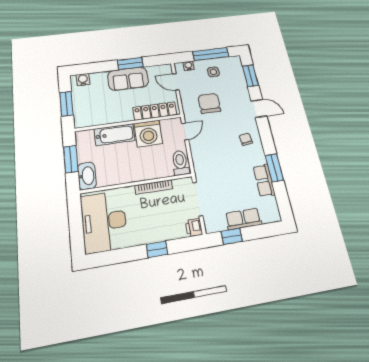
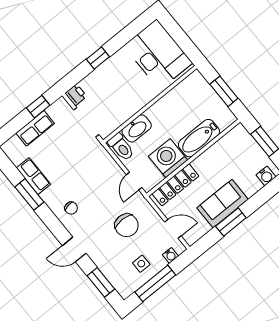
washbasin: (87, 176) -> (137, 128), moved, turned -90
bookcase: (154, 187) -> (133, 110), removed

